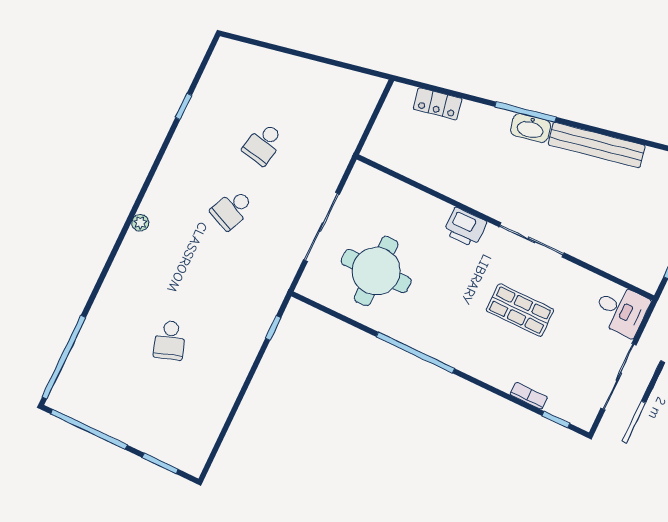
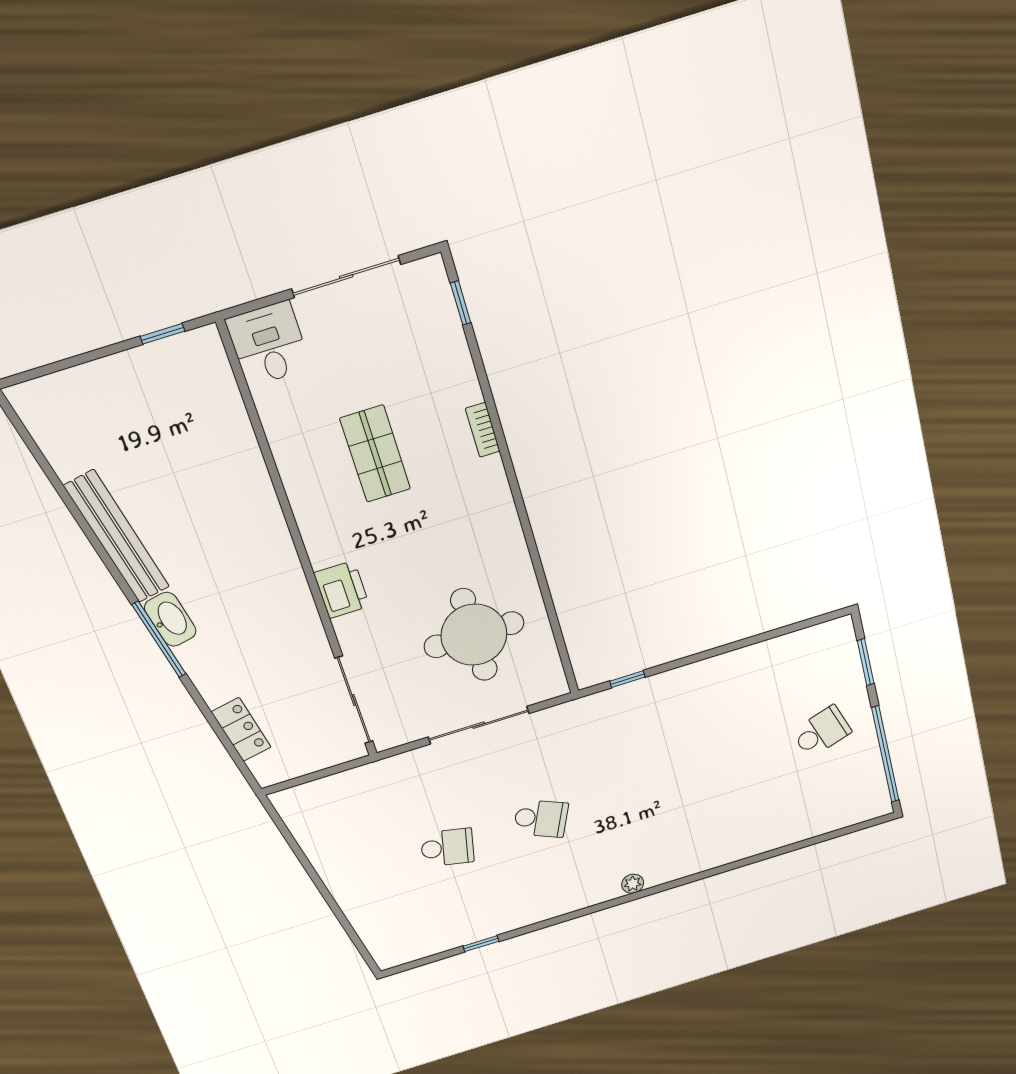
sliding door: (532, 240) -> (354, 700), moved
school desk: (170, 340) -> (822, 732), moved
window: (415, 353) -> (524, 520), removed
window: (64, 357) -> (830, 836), removed
bookcase: (529, 396) -> (483, 430), moved

